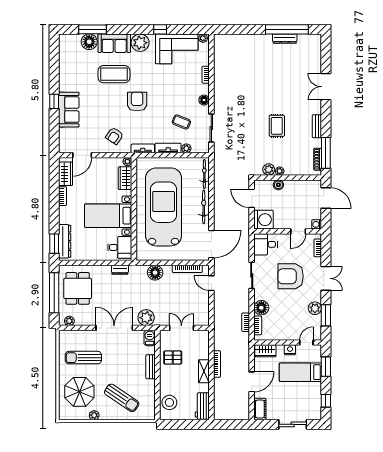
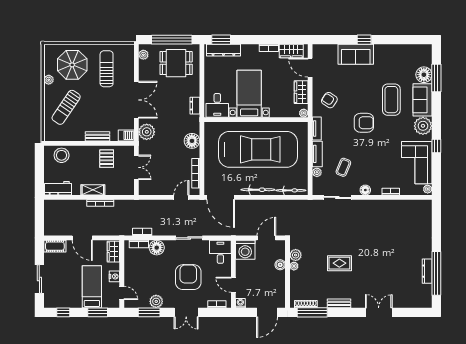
wardrobe: (125, 178) -> (301, 92), moved, turned -90

